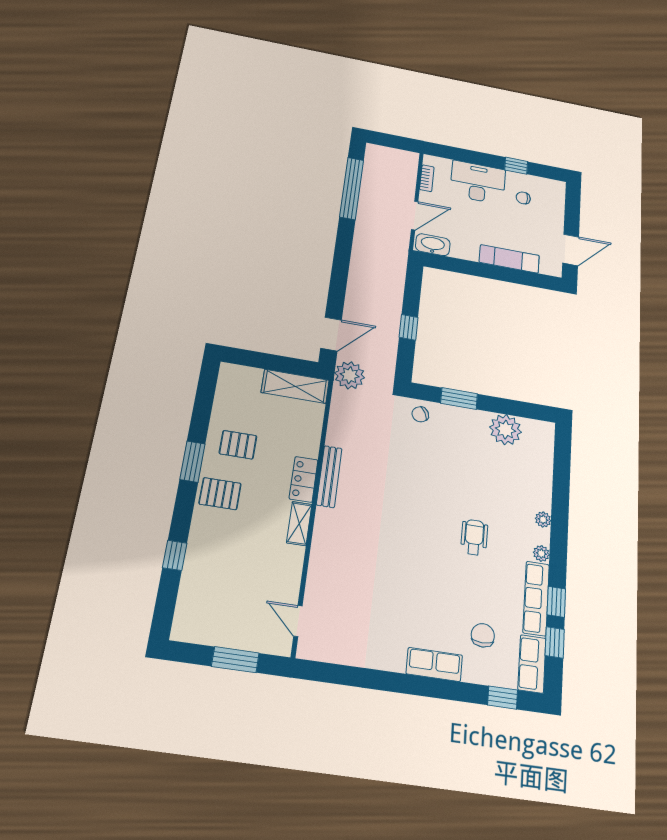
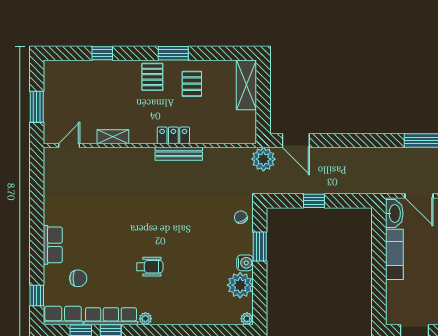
exam couch: (509, 259) -> (394, 254), moved
shelving: (295, 386) -> (246, 85), moved
water cooler: (478, 419) -> (245, 263), added
plant: (543, 520) -> (247, 319), moved
shelving: (299, 524) -> (113, 137), moved

